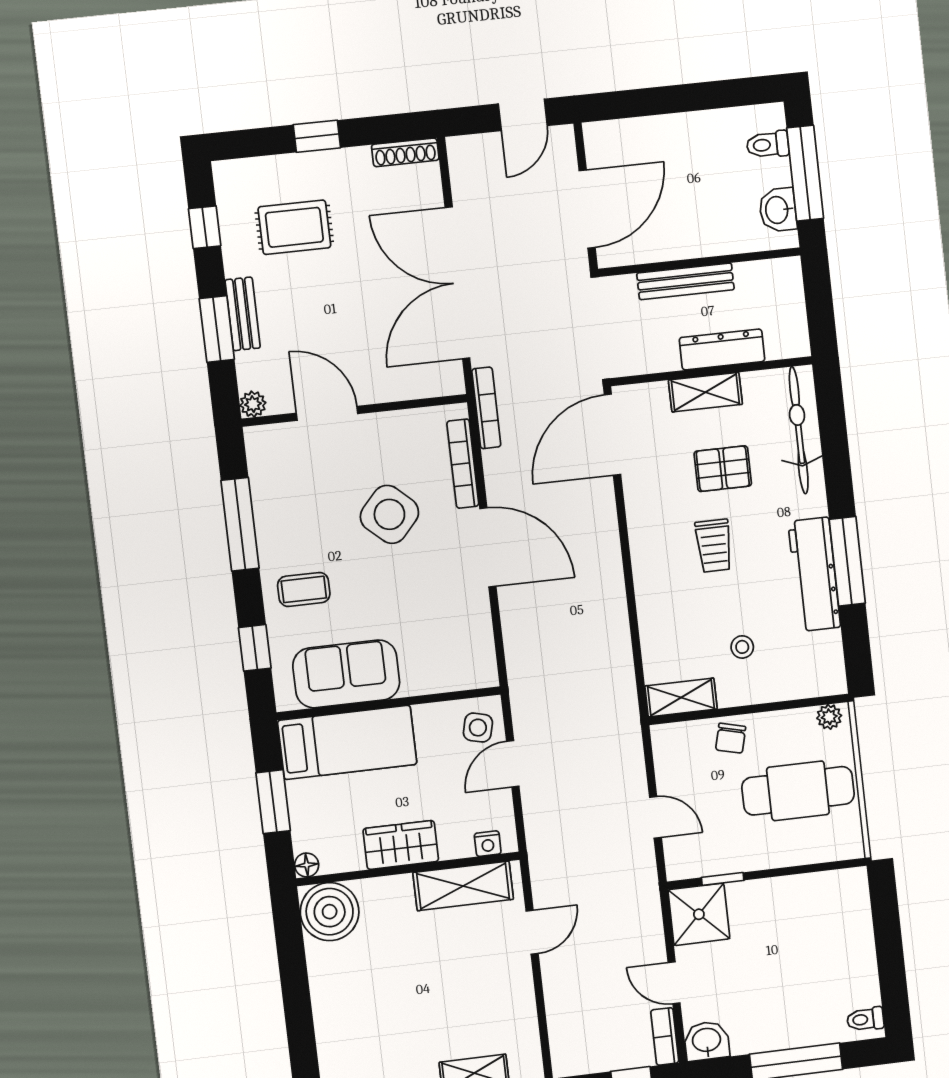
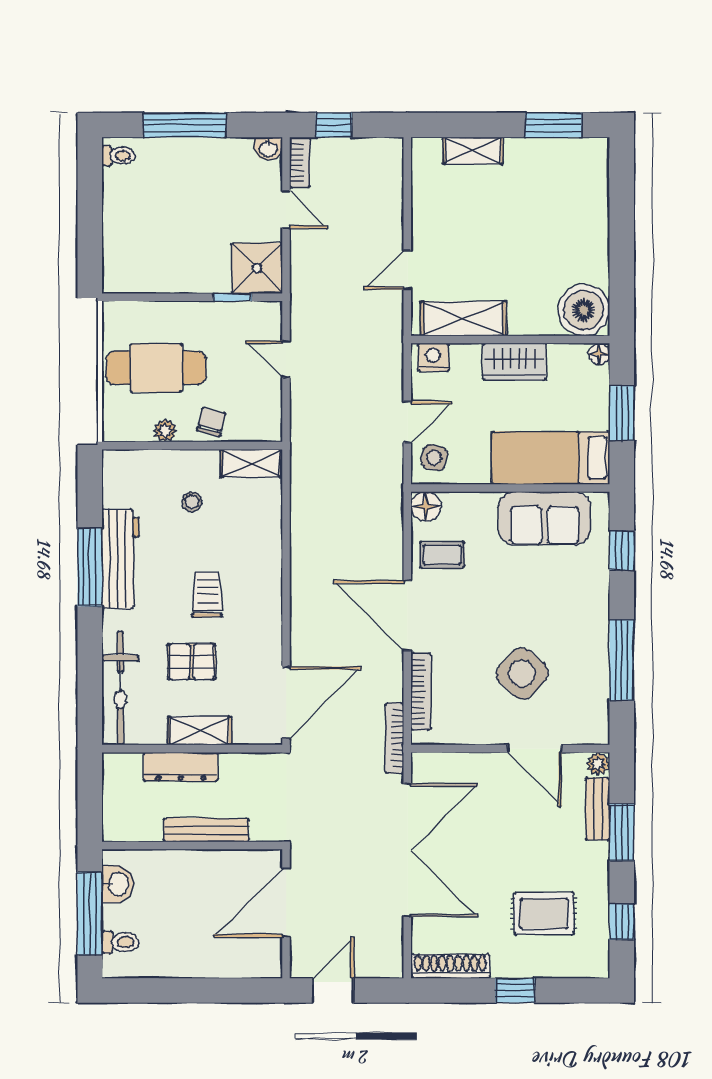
shoe rack: (405, 152) -> (450, 966), width x1.36, depth x1.24
bench: (243, 314) -> (598, 809), moved
side table: (389, 514) -> (522, 674), moved
coffee table: (304, 589) -> (442, 555), moved
floor lamp: (481, 672) -> (426, 507), added
plant: (829, 717) -> (165, 431), moved
nightstand: (488, 844) -> (433, 357), width x1.39, depth x1.35
washbasin: (707, 1041) -> (268, 149), width x0.72, depth x0.69

